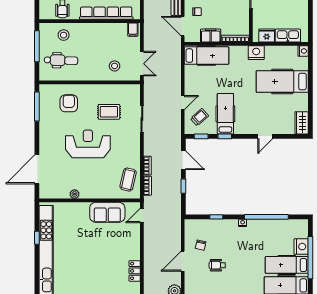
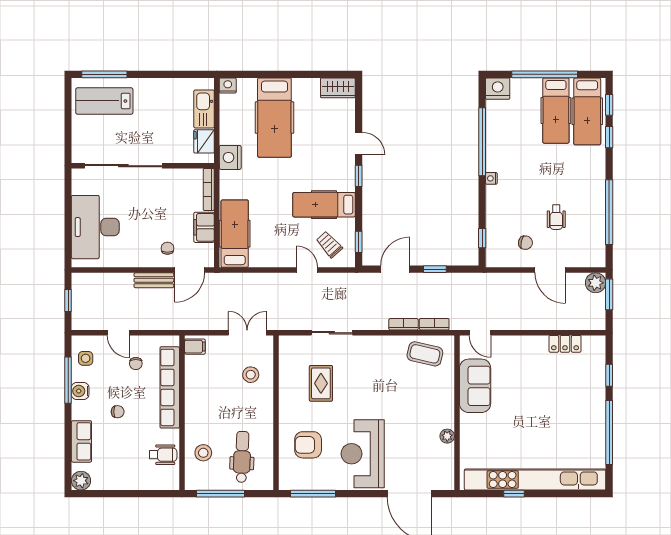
window: (225, 136) -> (359, 176), moved
reception desk: (88, 144) -> (363, 454), moved
window: (216, 217) -> (482, 238), moved
nightstand: (301, 247) -> (498, 89), moved

